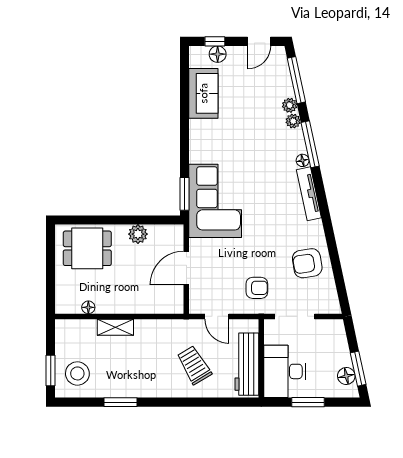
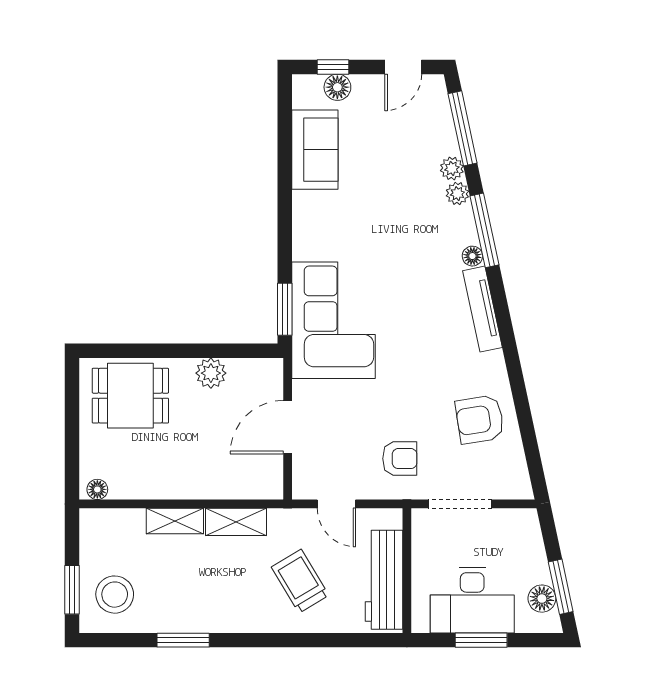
floor lamp: (88, 307) -> (97, 489), moved
shelving: (154, 328) -> (236, 522), added
desk: (285, 371) -> (472, 600), moved, turned -90

